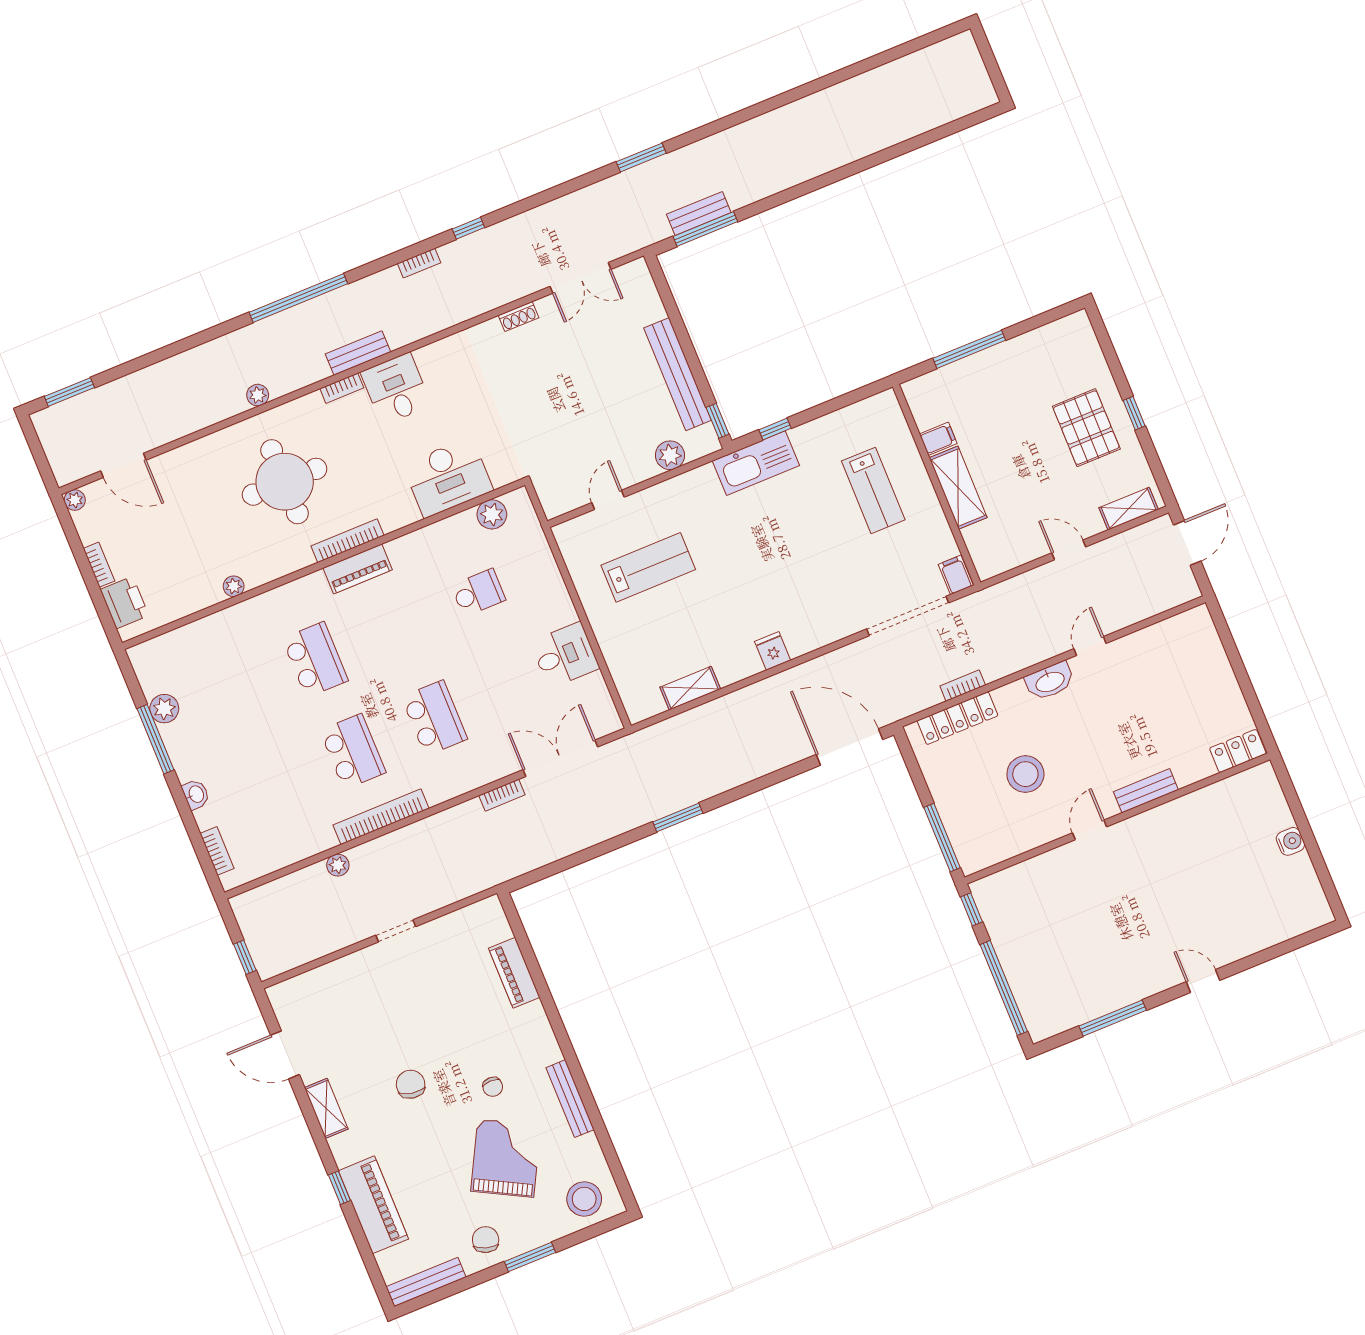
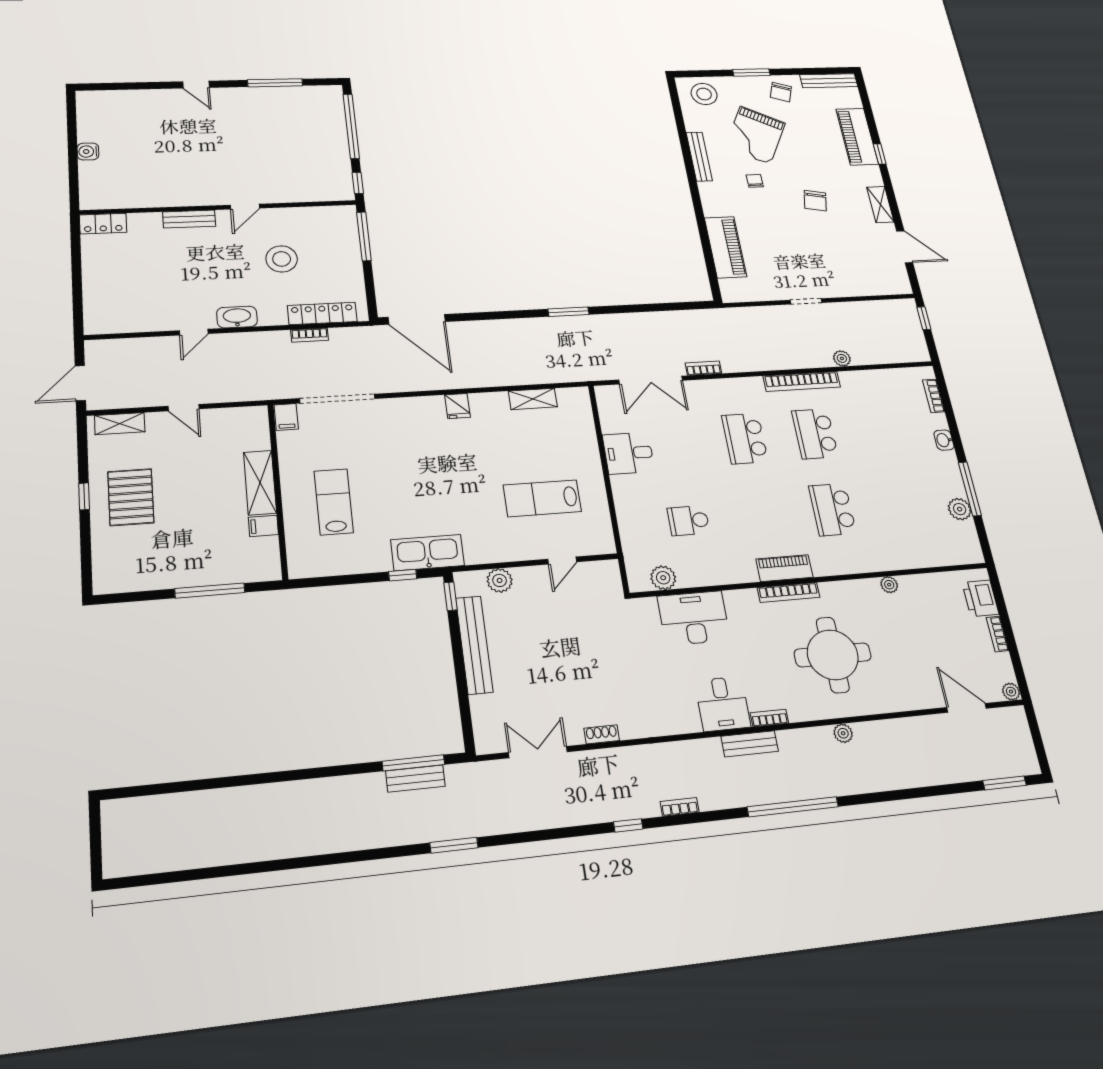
piano: (514, 973) -> (725, 247), width x1.37, depth x1.33

